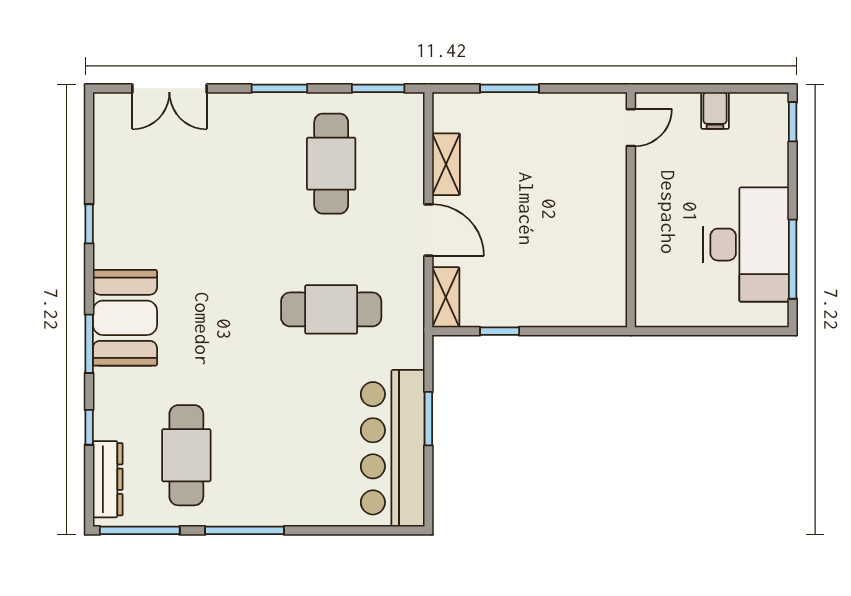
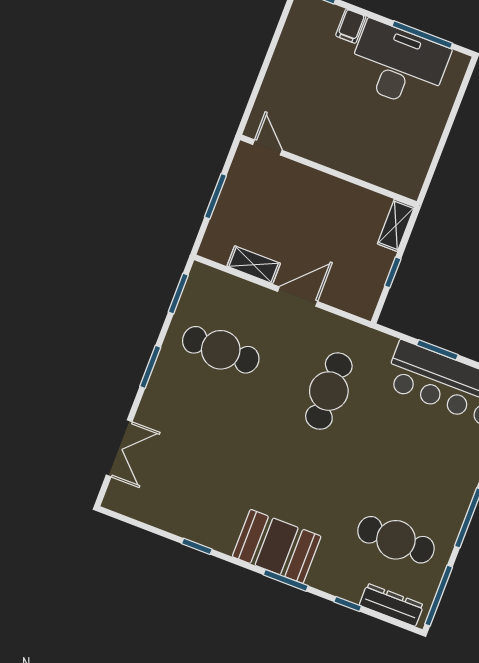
filing cabinet: (715, 111) -> (351, 26), moved, turned 90
door: (631, 128) -> (267, 147), moved
wall: (631, 210) -> (328, 171), moved
shelving: (446, 297) -> (396, 225), moved, turned 90

